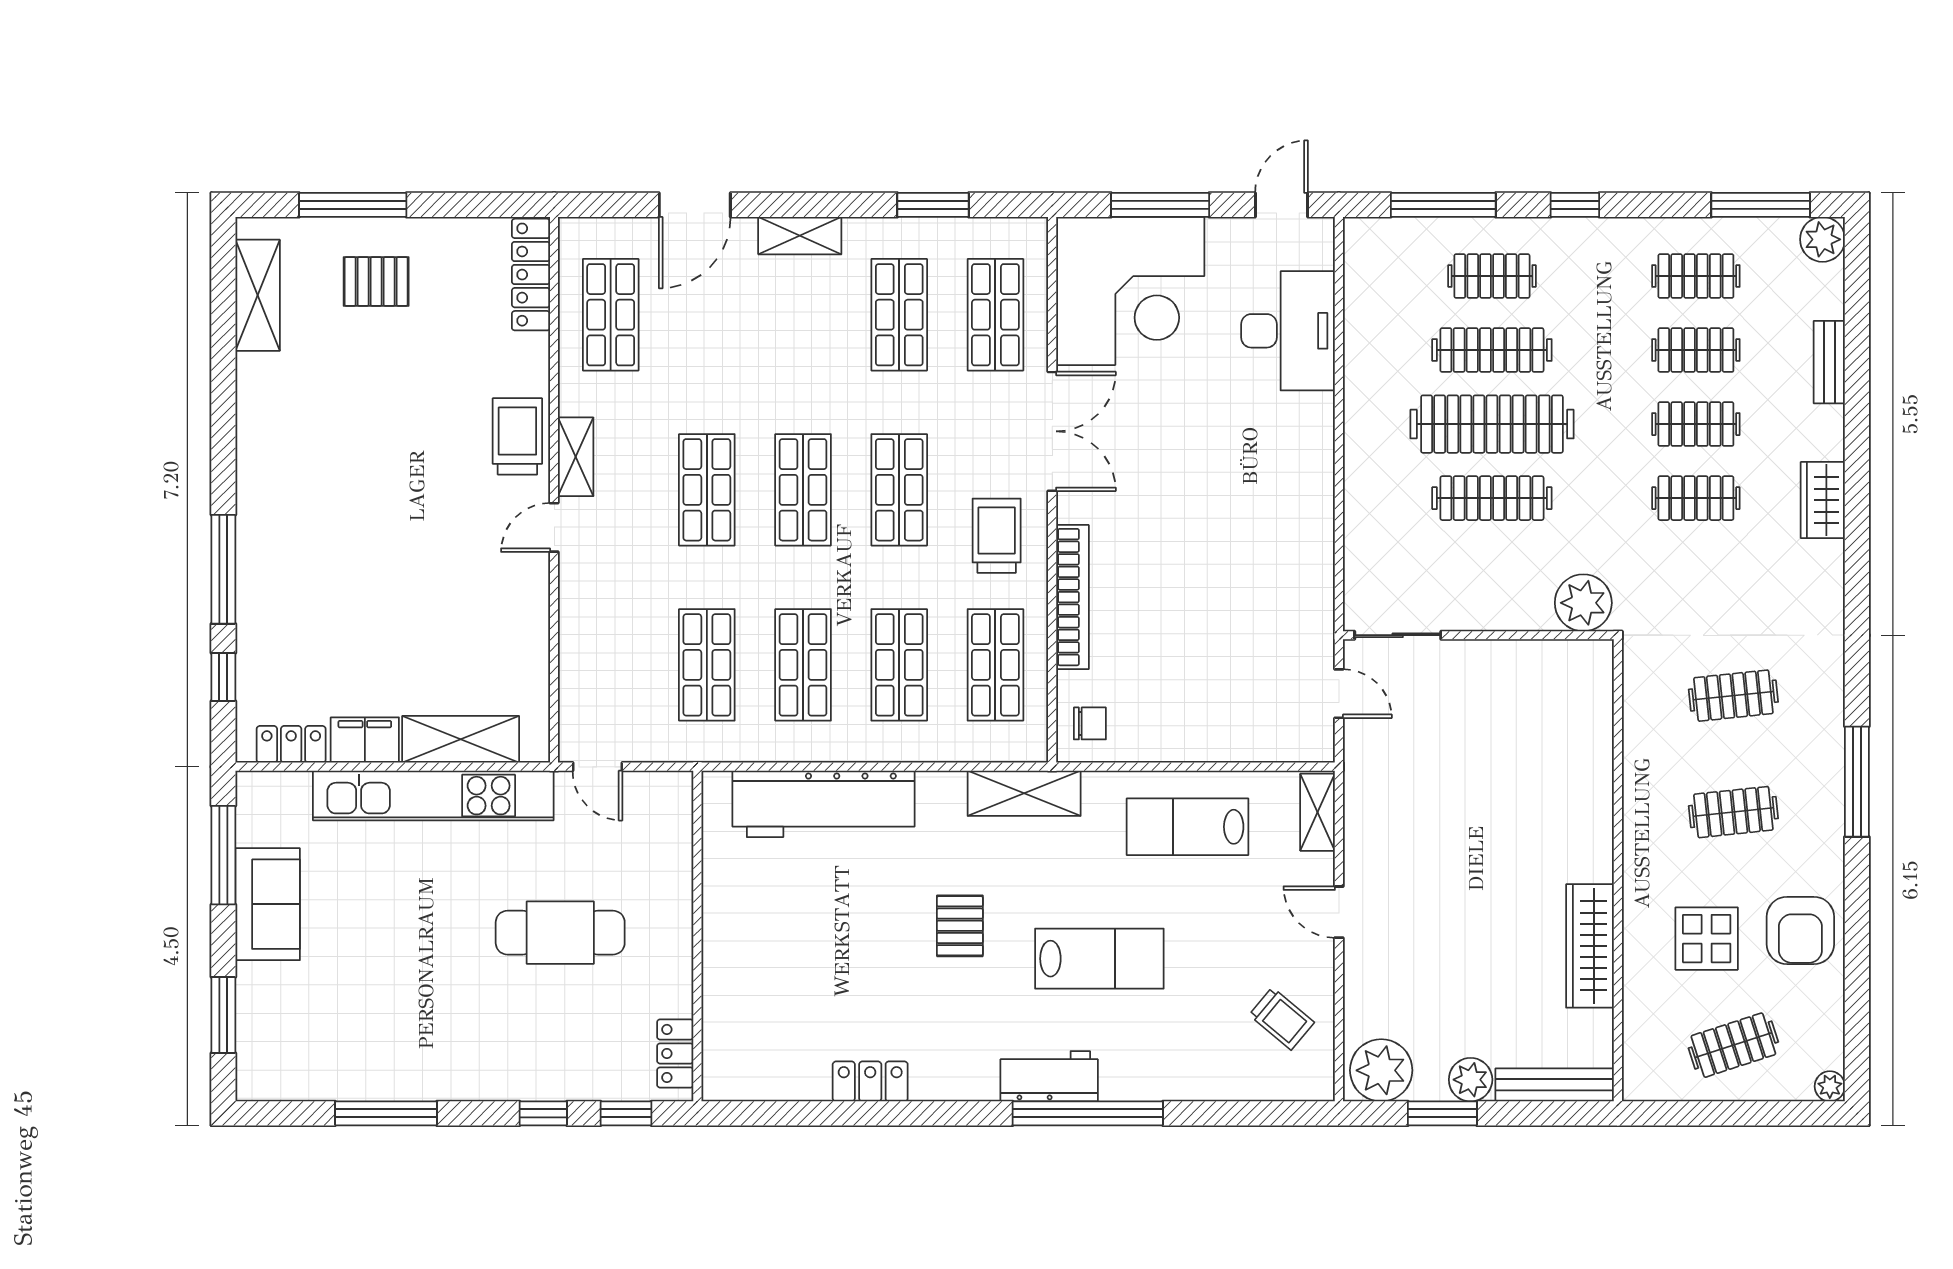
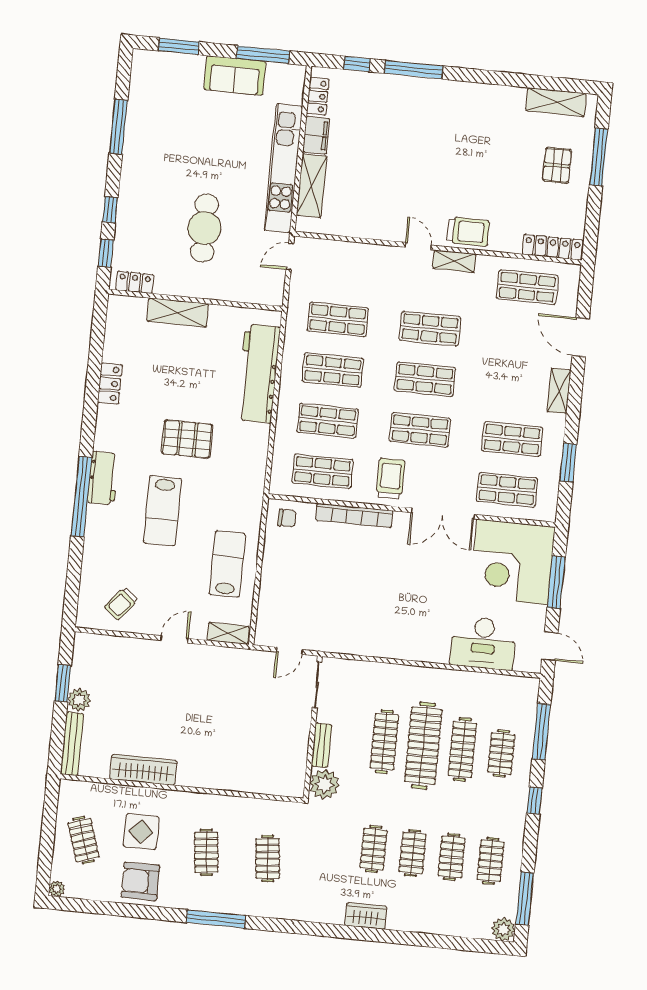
bench: (1829, 362) -> (322, 745), moved, turned 90
trolley: (997, 536) -> (391, 479), turned -90
chair: (1090, 723) -> (287, 518), turned -90
shelving: (1024, 793) -> (178, 313), moved, turned 90
pallet: (960, 926) -> (187, 439), width x1.50, depth x1.42
plant: (1381, 1070) -> (89, 653), removed

